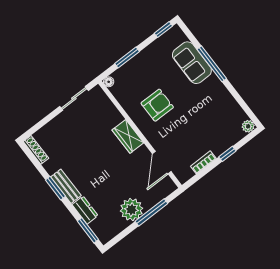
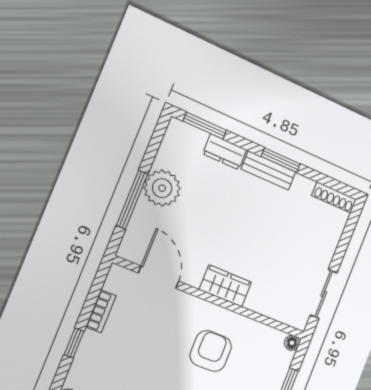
armchair: (157, 105) -> (211, 351), turned 180

